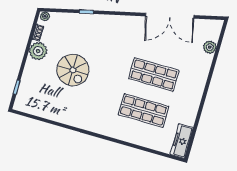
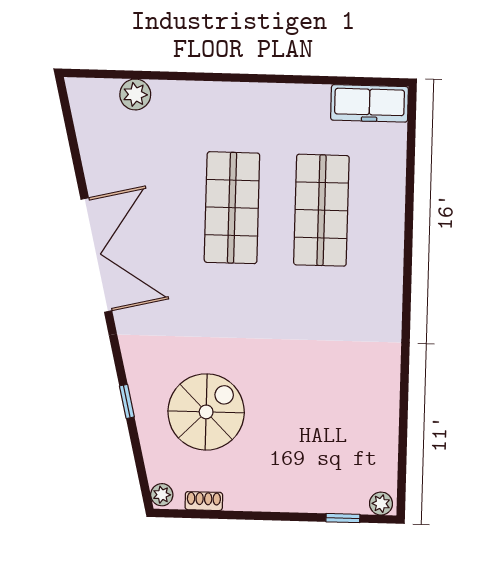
double door: (170, 16) -> (96, 255), moved
plant: (38, 51) -> (381, 504), moved, width x0.53, depth x0.53
spiral stairs: (73, 70) -> (206, 412), moved

